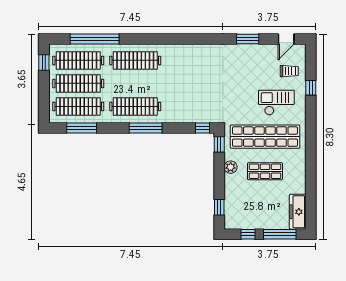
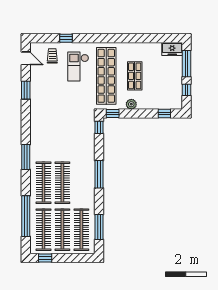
window: (166, 39) -> (26, 157), added
clothes rail: (135, 106) -> (62, 183), moved
freezer: (298, 212) -> (172, 49), width x0.71

